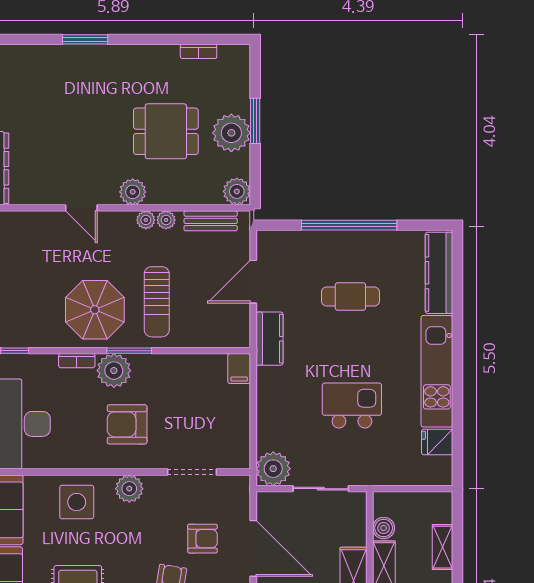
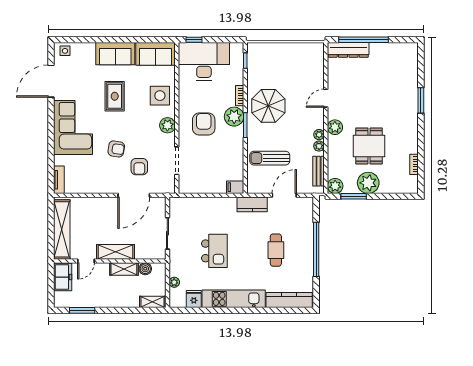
window: (255, 121) -> (354, 196), moved
door: (253, 282) -> (284, 195), hinge flipped
sun lounger: (157, 302) -> (270, 158), moved
plant: (273, 469) -> (174, 282), moved, width x0.53, depth x0.53
shelving: (442, 547) -> (152, 302), moved

